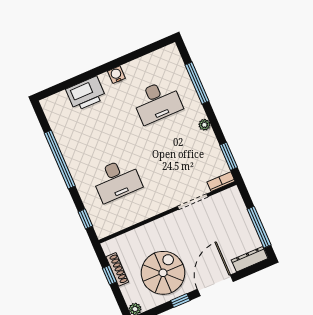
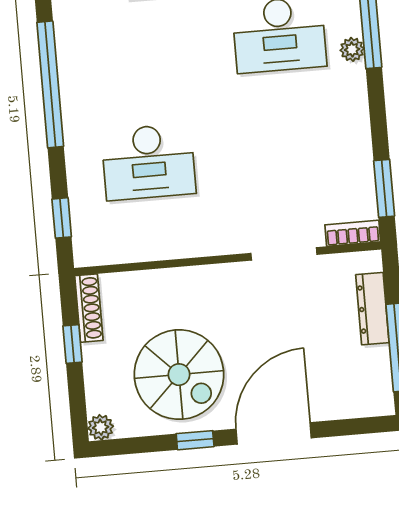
plant: (204, 125) -> (352, 49), moved
dresser: (250, 259) -> (372, 309), moved, turned -90
shoe rack: (117, 269) -> (89, 308), moved
spiral stairs: (163, 273) -> (179, 375), turned 90

